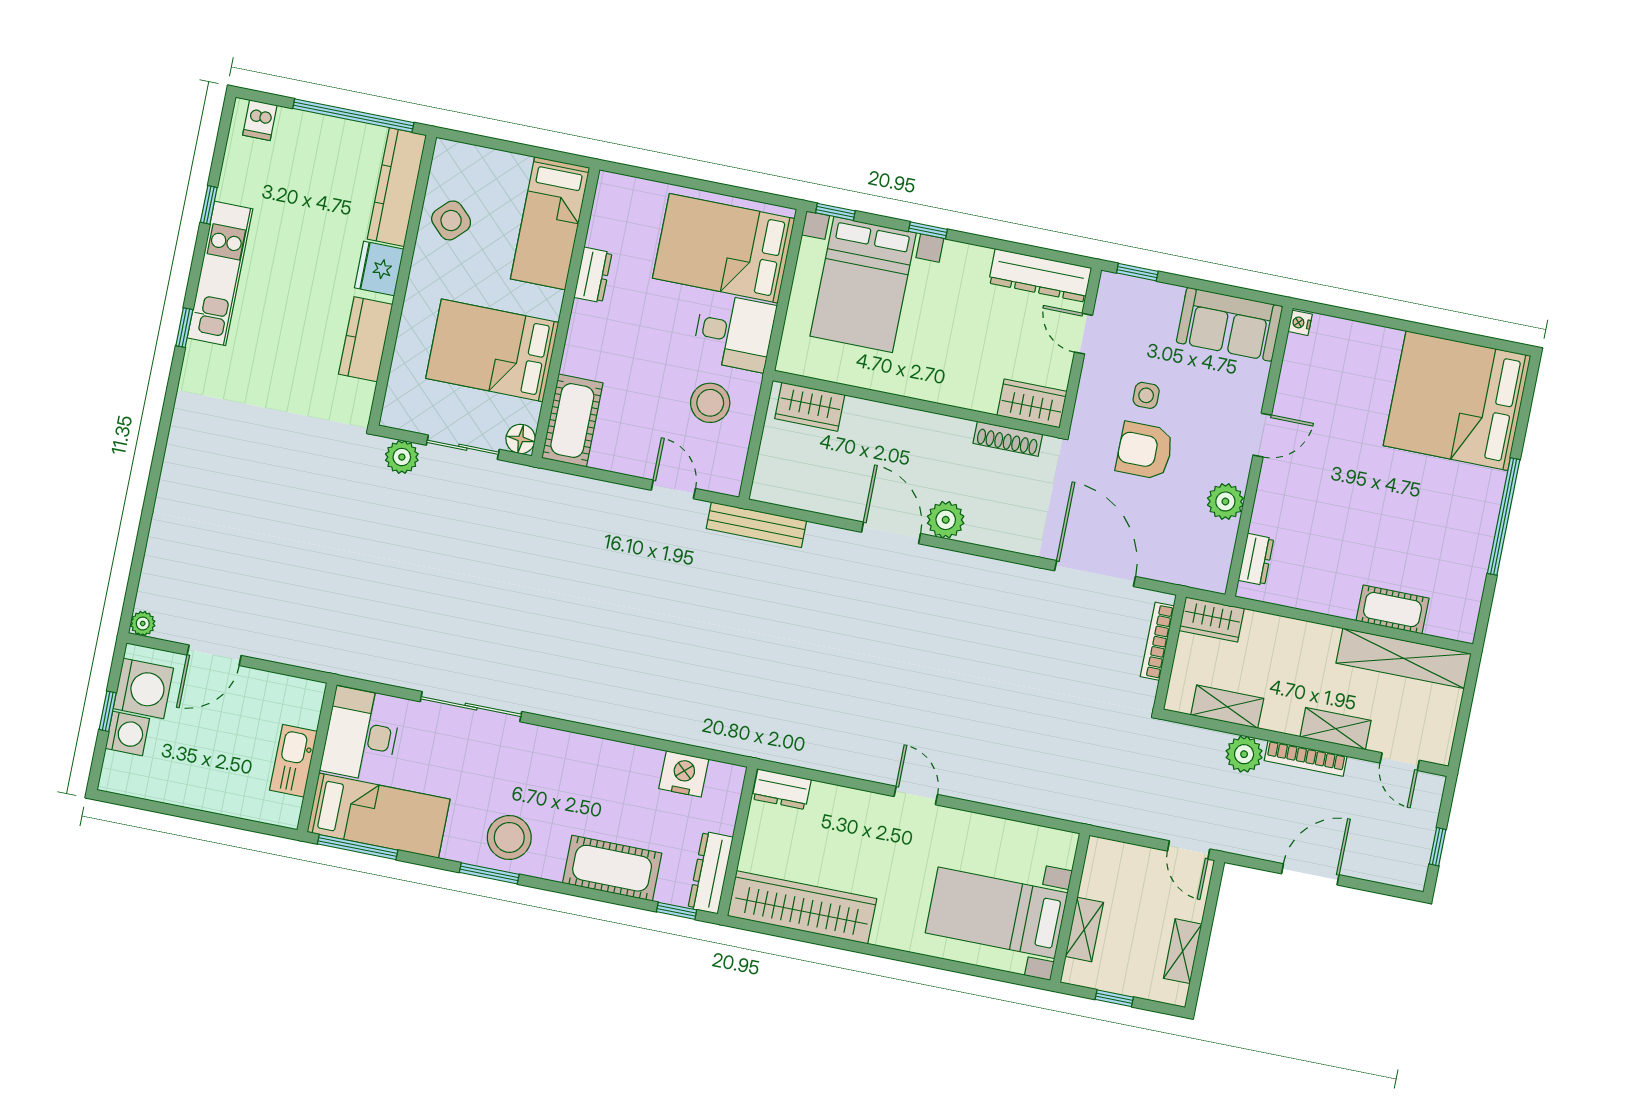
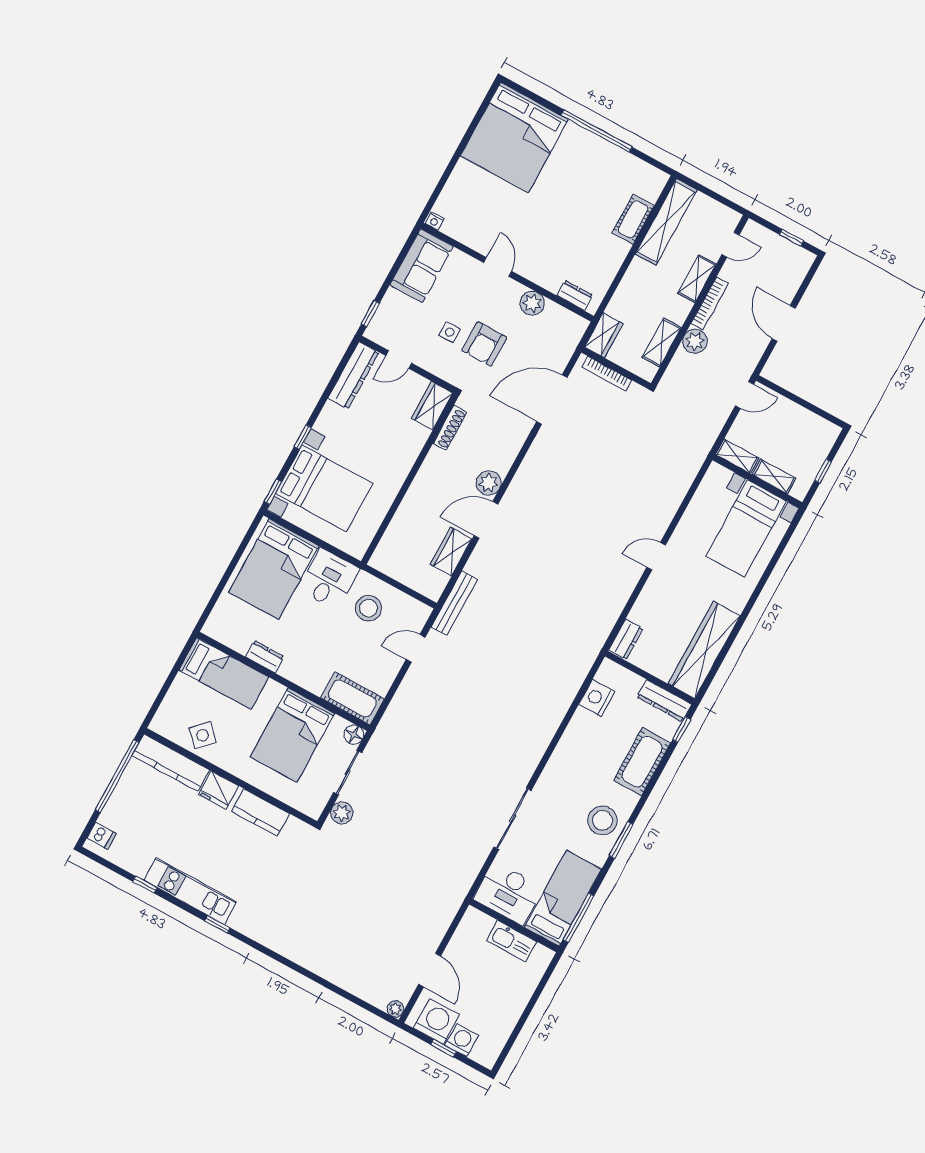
wardrobe: (810, 407) -> (451, 552), moved, turned 180
shelving: (1183, 951) -> (737, 456), moved

